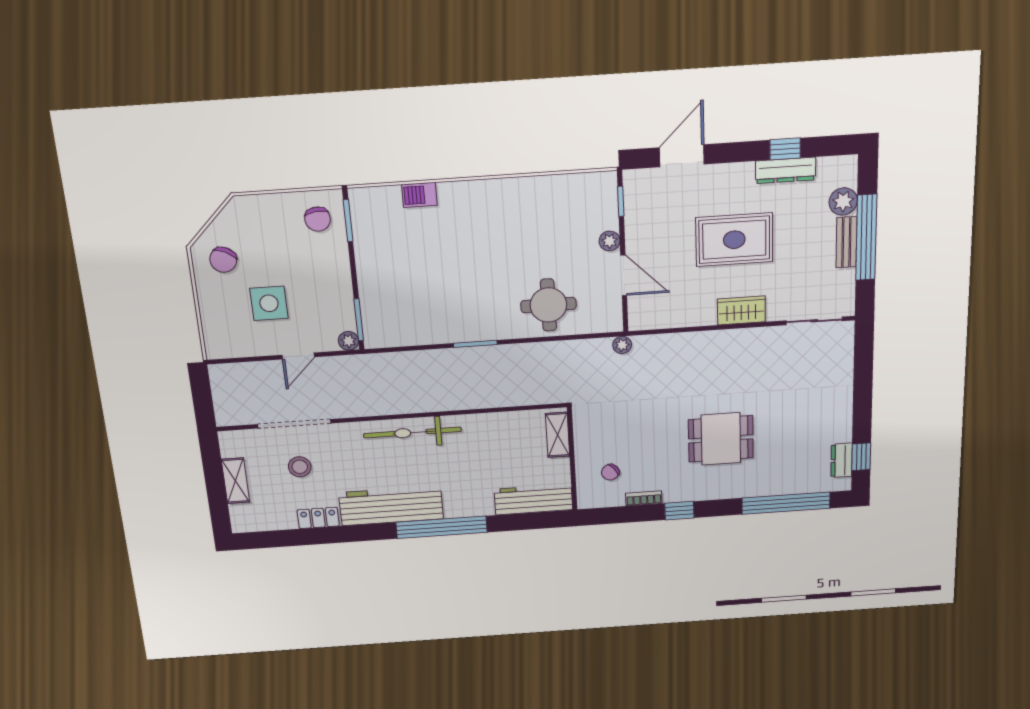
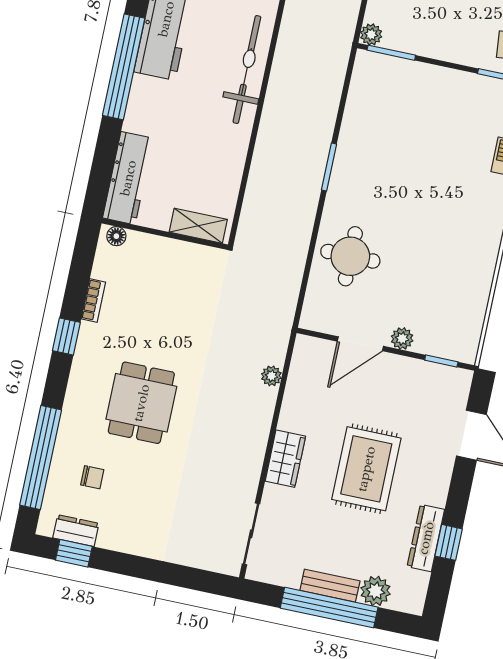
plant: (622, 345) -> (271, 376), moved
chair: (610, 472) -> (92, 477), moved, turned 129
floor lamp: (585, 495) -> (116, 236), added

